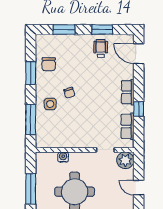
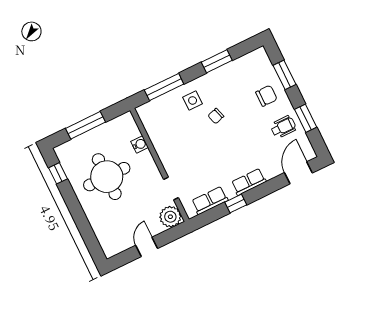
chair: (49, 64) -> (266, 96), moved, turned 180

